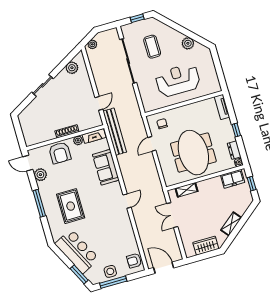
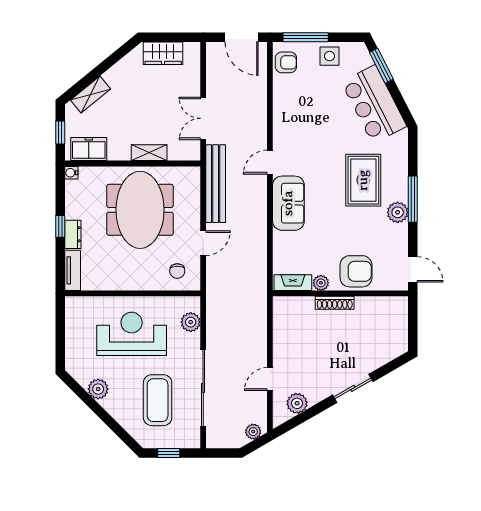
coffee table: (152, 47) -> (158, 400), width x1.36, depth x1.32
reception desk: (178, 80) -> (132, 334), turned 180
plant: (146, 97) -> (191, 322), added
door: (99, 103) -> (270, 379), moved
bench: (115, 132) -> (216, 184), moved
dresser: (234, 150) -> (73, 234), moved
armchair: (60, 153) -> (356, 271), turned 90
sofa: (106, 167) -> (288, 203), moved
plant: (40, 175) -> (398, 212), moved
shelving: (187, 190) -> (149, 153), moved
double door: (172, 215) -> (203, 118), swing flipped
shelving: (231, 224) -> (90, 95), moved
window: (113, 282) -> (306, 37), moved

